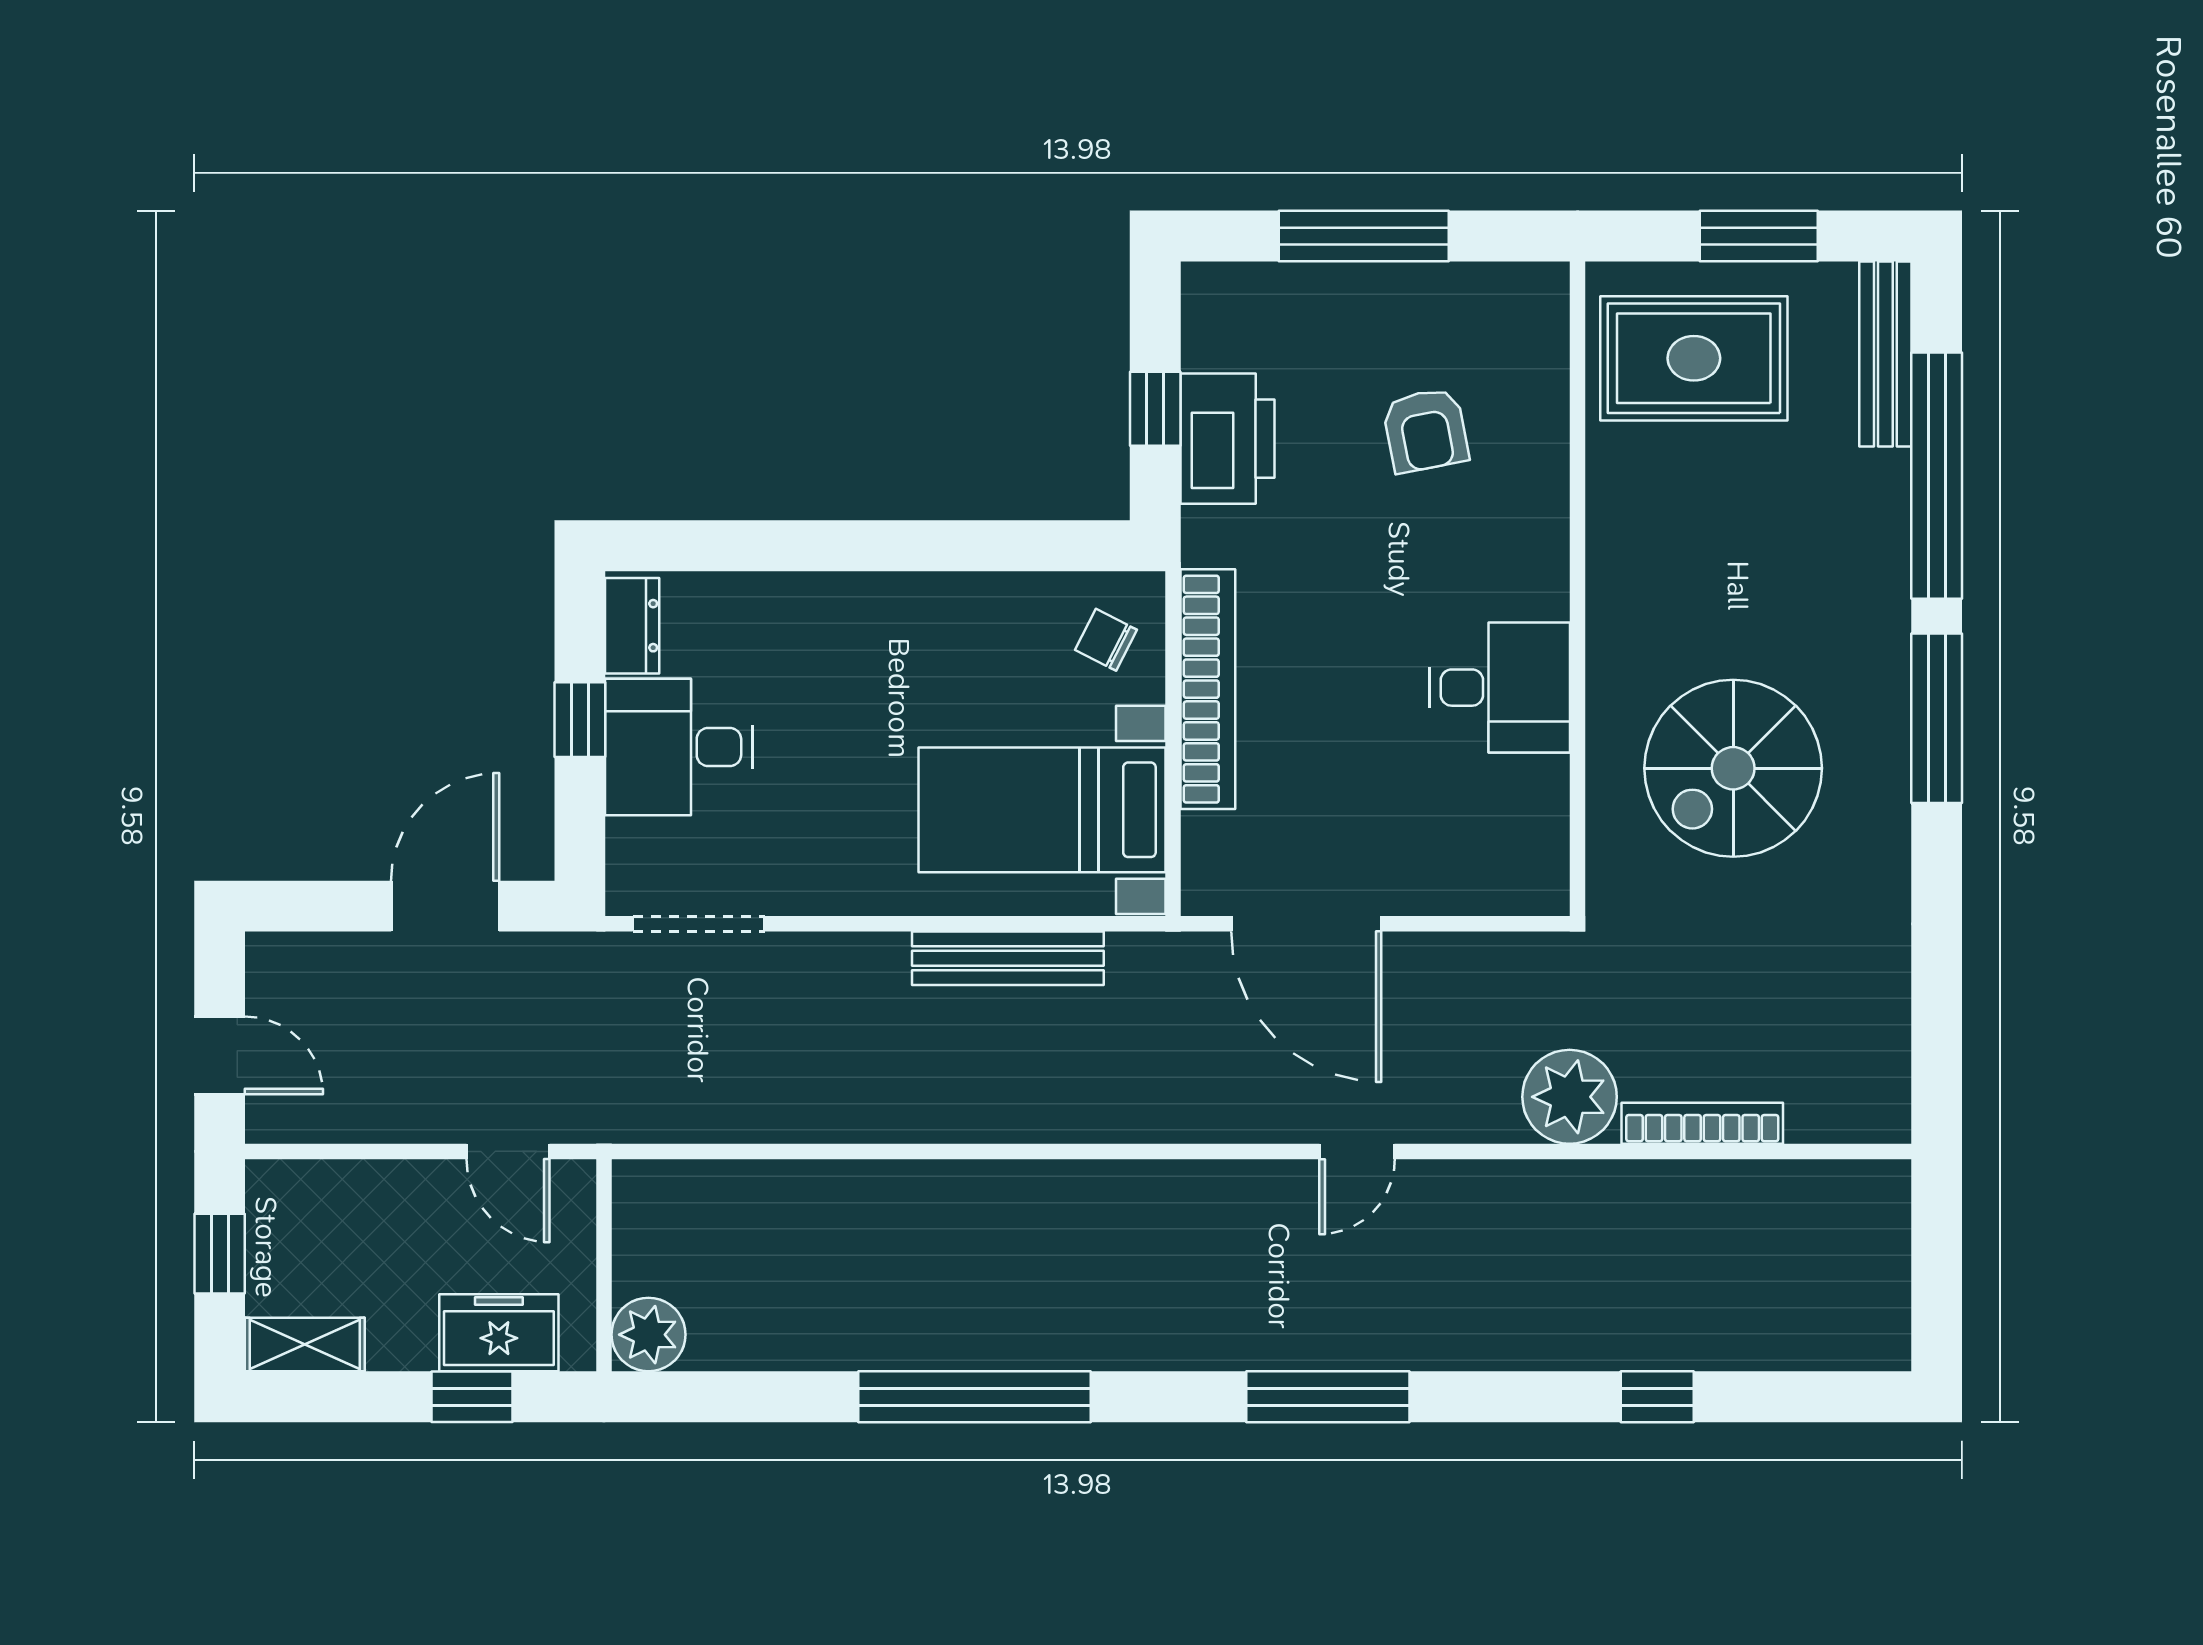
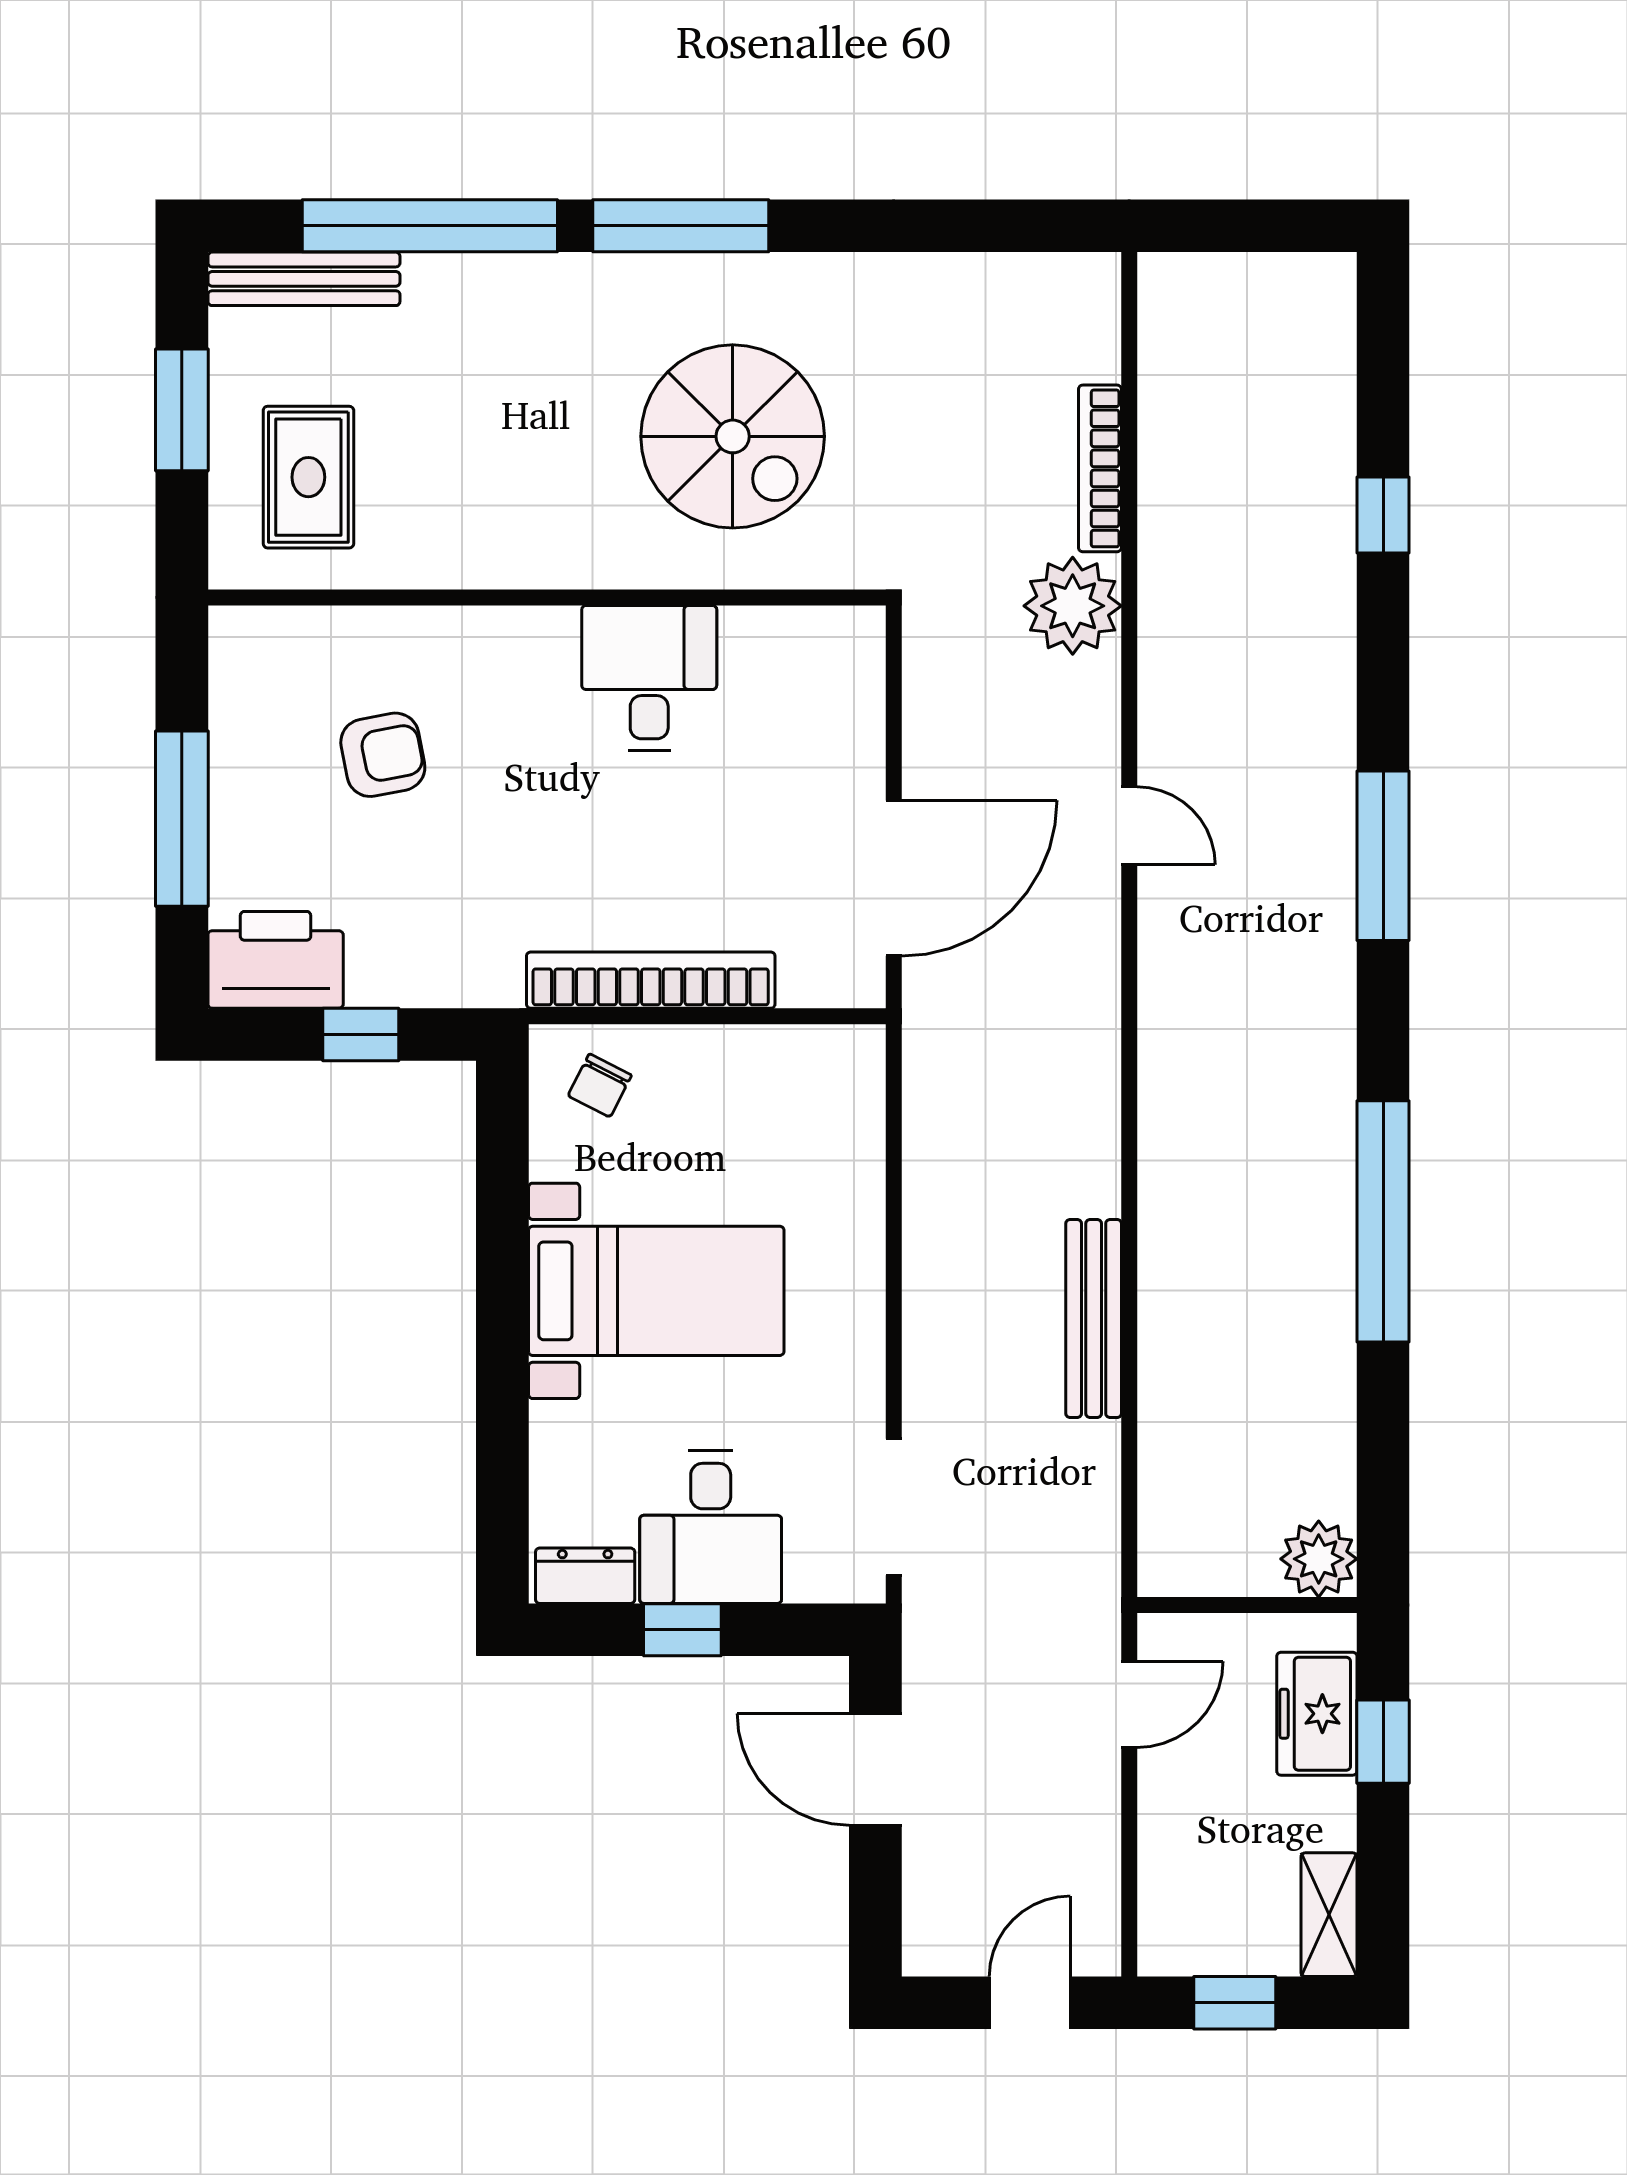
rug: (1694, 358) -> (308, 477), width x0.73, depth x0.70
printer: (1227, 439) -> (276, 960), moved
bed with nightstands: (1042, 810) -> (656, 1291), moved, turned -90
bench: (1008, 958) -> (1094, 1319), moved

